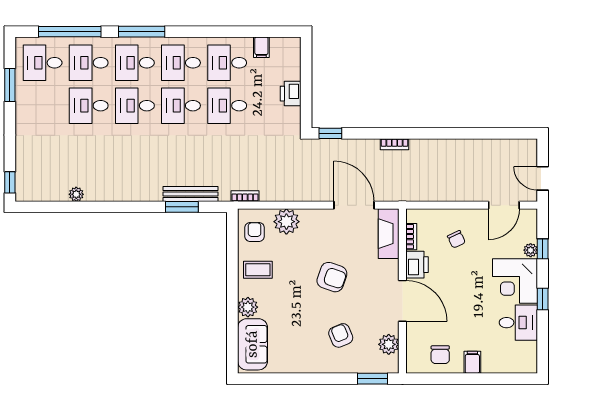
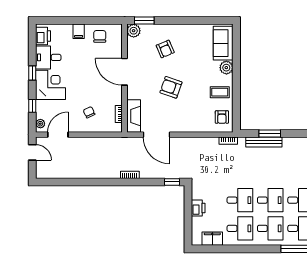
filing cabinet: (261, 47) -> (212, 239), width x2.00
plant: (286, 222) -> (201, 124), removed
plant: (531, 250) -> (40, 124), moved
printer: (417, 265) -> (43, 36), moved, turned 180
plant: (389, 344) -> (134, 31), moved

